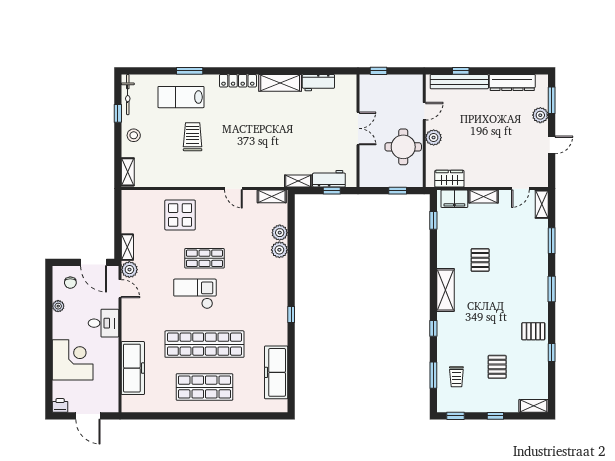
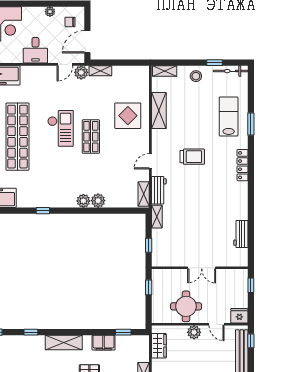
window: (461, 71) -> (251, 341), moved
shelving: (280, 83) -> (159, 111), moved
fridge: (414, 84) -> (239, 316), added
trolley: (193, 137) -> (192, 157), moved
workbench: (329, 179) -> (159, 190), moved
window: (398, 191) -> (149, 287), moved
filing cabinet: (454, 199) -> (104, 343), moved, turned -90
plant: (280, 233) -> (83, 201), moved

